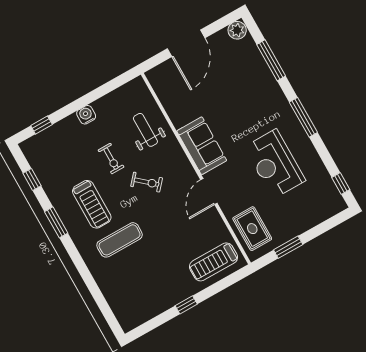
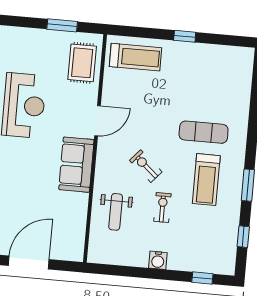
treadmill: (92, 204) -> (206, 180), turned 180

